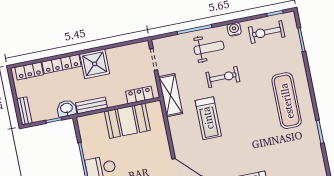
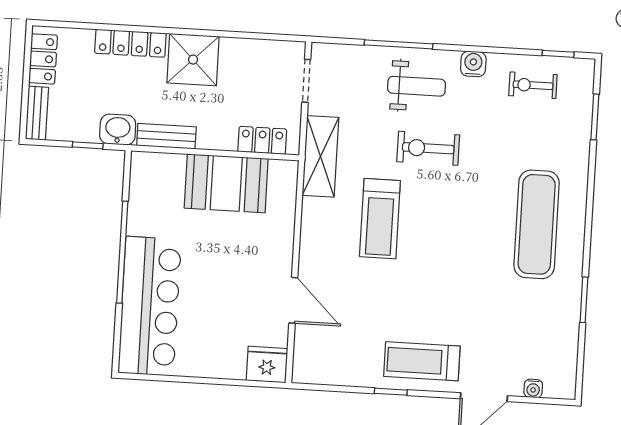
exercise bike: (267, 32) -> (533, 85), width x0.73, depth x0.72
locker: (29, 71) -> (43, 59), moved, turned -90
exercise bike: (223, 77) -> (428, 148), turned 180

